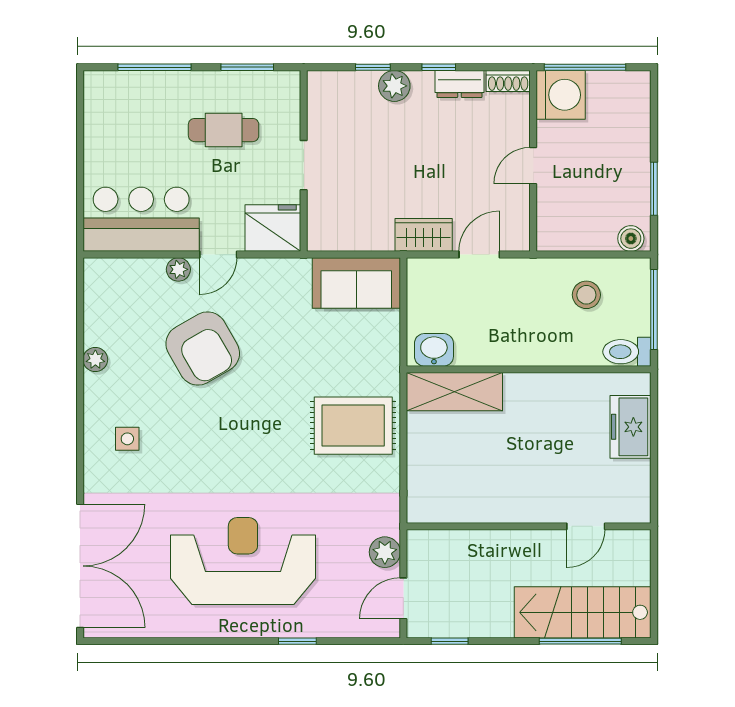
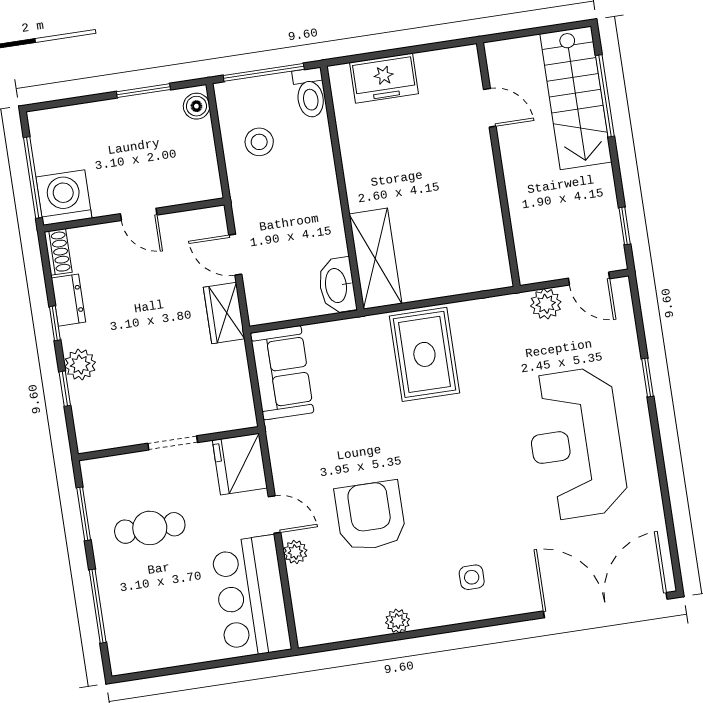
cafe table: (224, 130) -> (150, 528), turned 90
armchair: (203, 349) -> (370, 516), turned -60
washbasin: (434, 350) -> (337, 285), width x1.38

